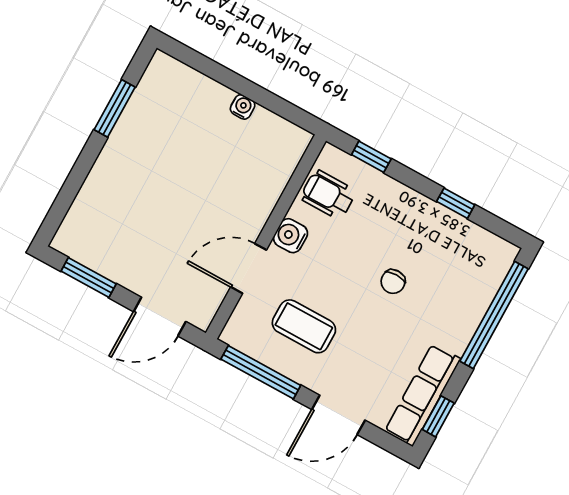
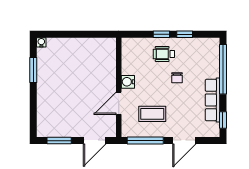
water cooler: (243, 107) -> (41, 42), moved
window: (371, 157) -> (161, 34), moved
wheelchair: (328, 195) -> (164, 54), moved
row of seats: (423, 395) -> (212, 100), moved

